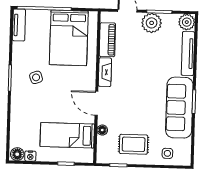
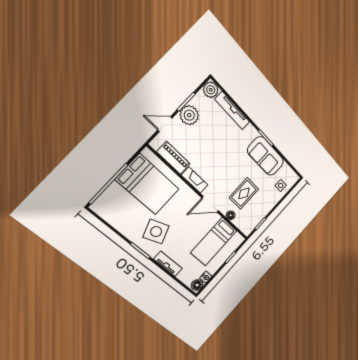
tv unit: (19, 25) -> (168, 264), moved
side table: (36, 77) -> (156, 232), width x1.87, depth x1.87
sofa: (179, 108) -> (266, 156), width x0.73
rug: (134, 144) -> (244, 193), moved

